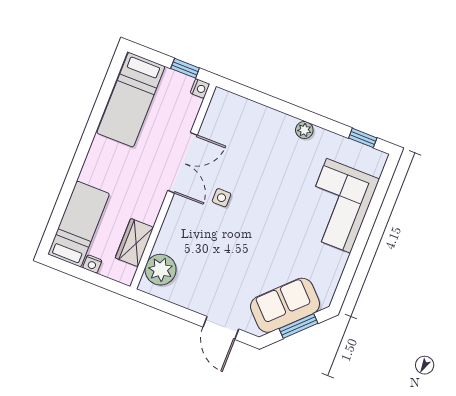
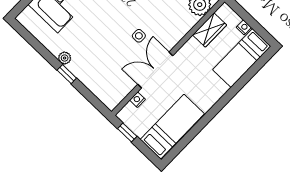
nightstand: (200, 88) -> (137, 100), moved
window: (363, 138) -> (67, 74), moved

